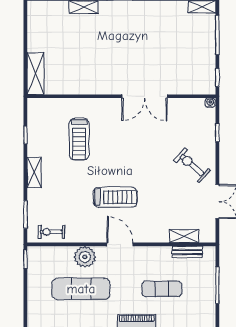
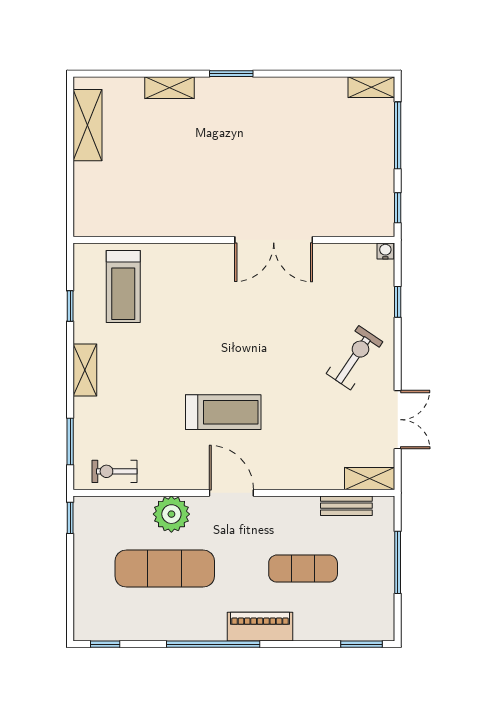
shelving: (36, 74) -> (87, 125), moved
treadmill: (79, 139) -> (123, 287), moved
exercise bike: (192, 165) -> (355, 358), turned 82
shelving: (184, 236) -> (370, 479), moved

